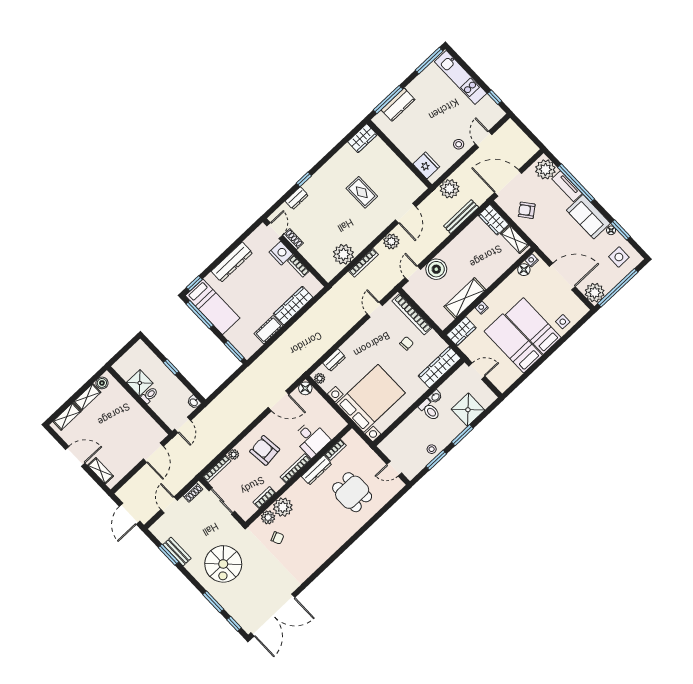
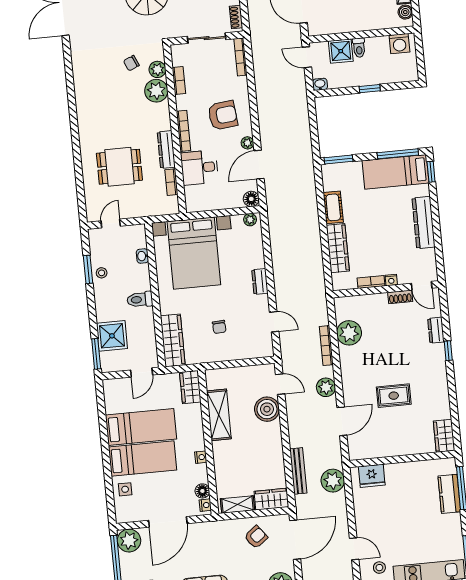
stool: (459, 144) -> (379, 568), moved
door: (406, 213) -> (342, 421), swing flipped
nightstand: (281, 253) -> (391, 280), width x0.53, depth x0.56
nightstand: (482, 308) -> (201, 457), moved
bookcase: (412, 314) -> (243, 353), removed
dresser: (334, 360) -> (260, 281), moved
washing machine: (126, 371) -> (399, 44), added
shower: (140, 383) -> (341, 51), moved
washbasin: (435, 397) -> (142, 256), moved
window: (462, 435) -> (96, 354), moved
plant: (234, 454) -> (247, 143), moved

